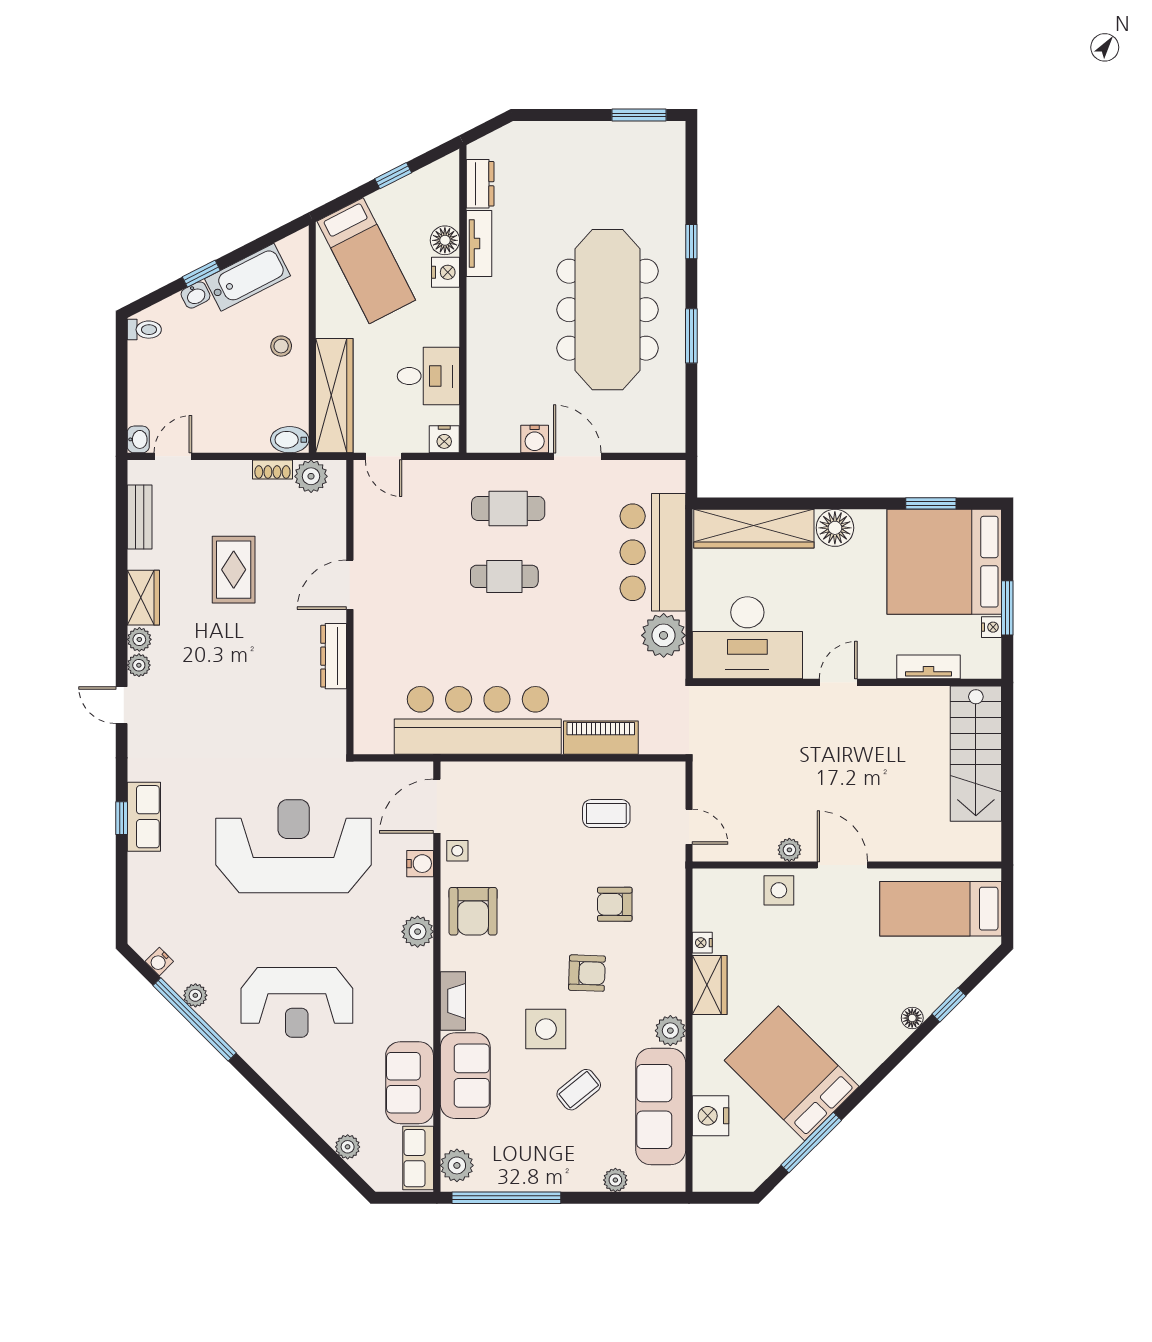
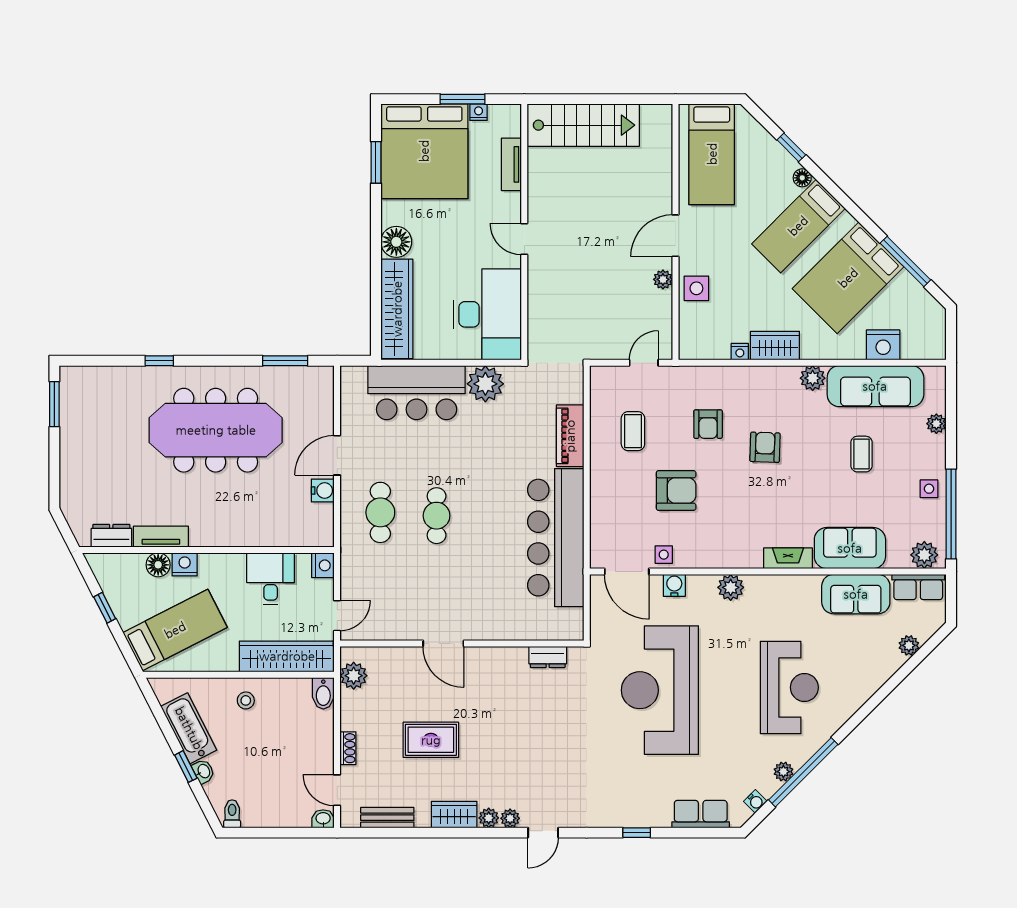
window: (691, 336) -> (285, 361), moved
shoe rack: (272, 469) -> (348, 748), moved
dresser: (334, 656) -> (548, 657), moved, width x0.70
row of seats: (144, 817) -> (701, 814), moved
armchair: (473, 911) -> (676, 490), moved
bed: (854, 1014) -> (798, 226), added
side table: (546, 1029) -> (929, 489), moved, width x0.54, depth x0.54
coffee table: (579, 1090) -> (862, 454), turned 39

